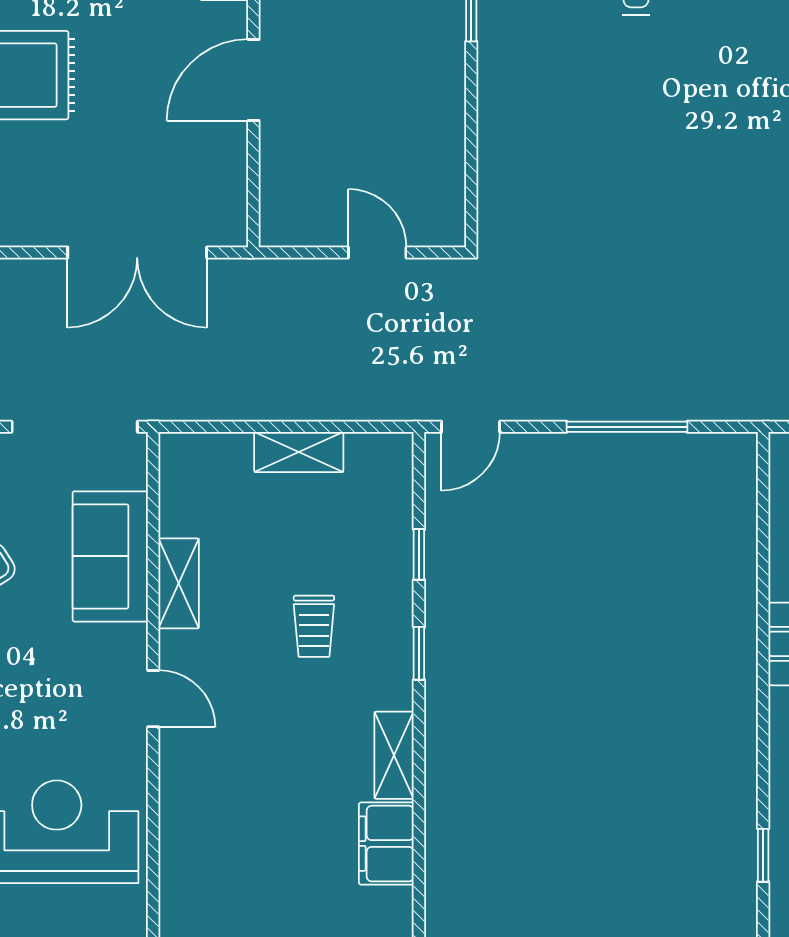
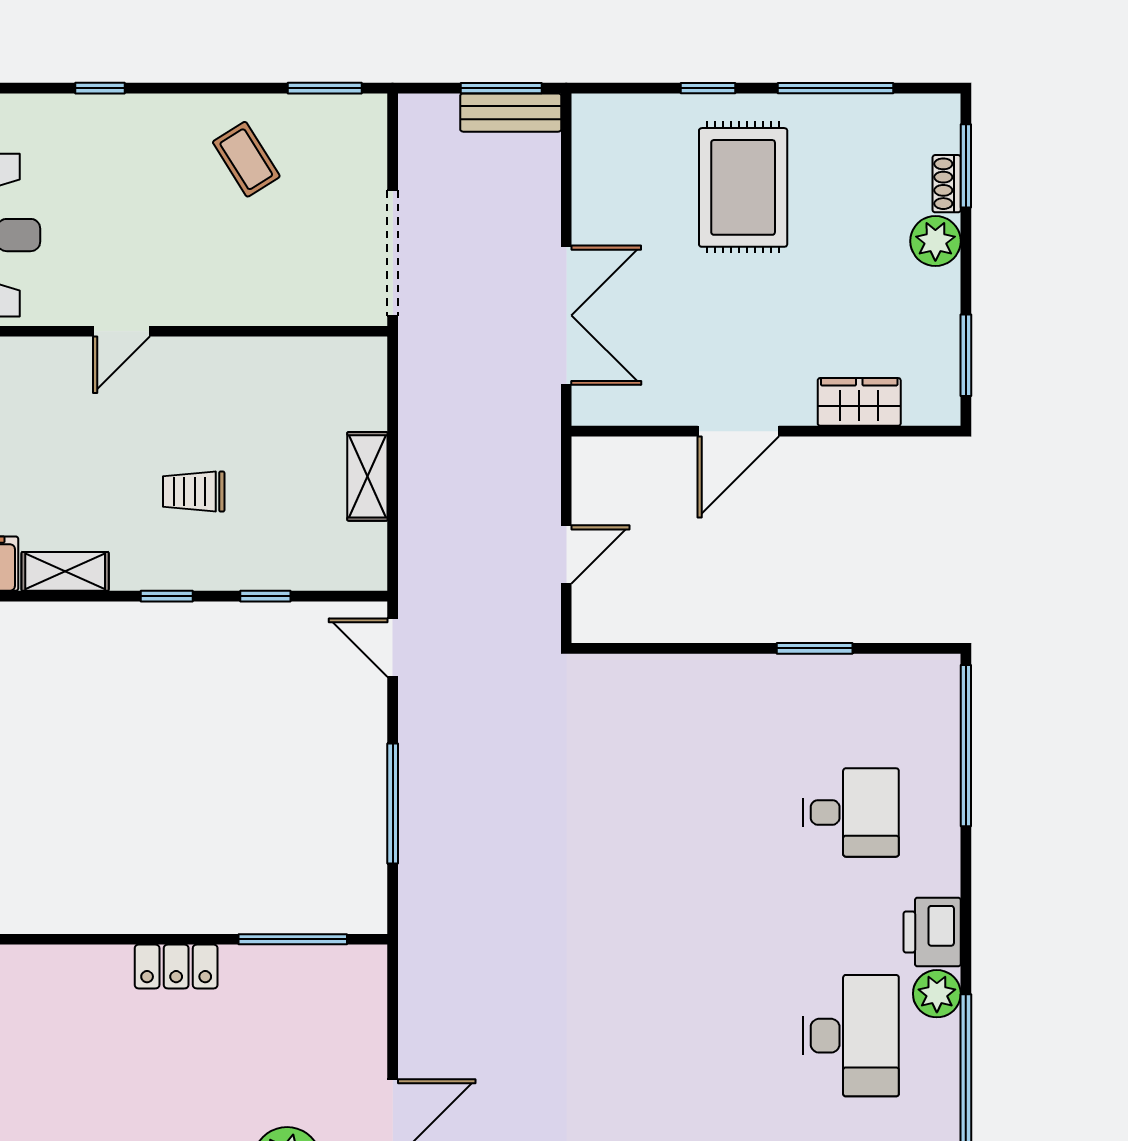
door: (253, 80) -> (738, 431), swing flipped
double door: (137, 253) -> (566, 315), swing flipped
window: (763, 527) -> (293, 939), added
sofa: (110, 556) -> (263, 289), removed
shelving: (179, 583) -> (236, 357), removed

